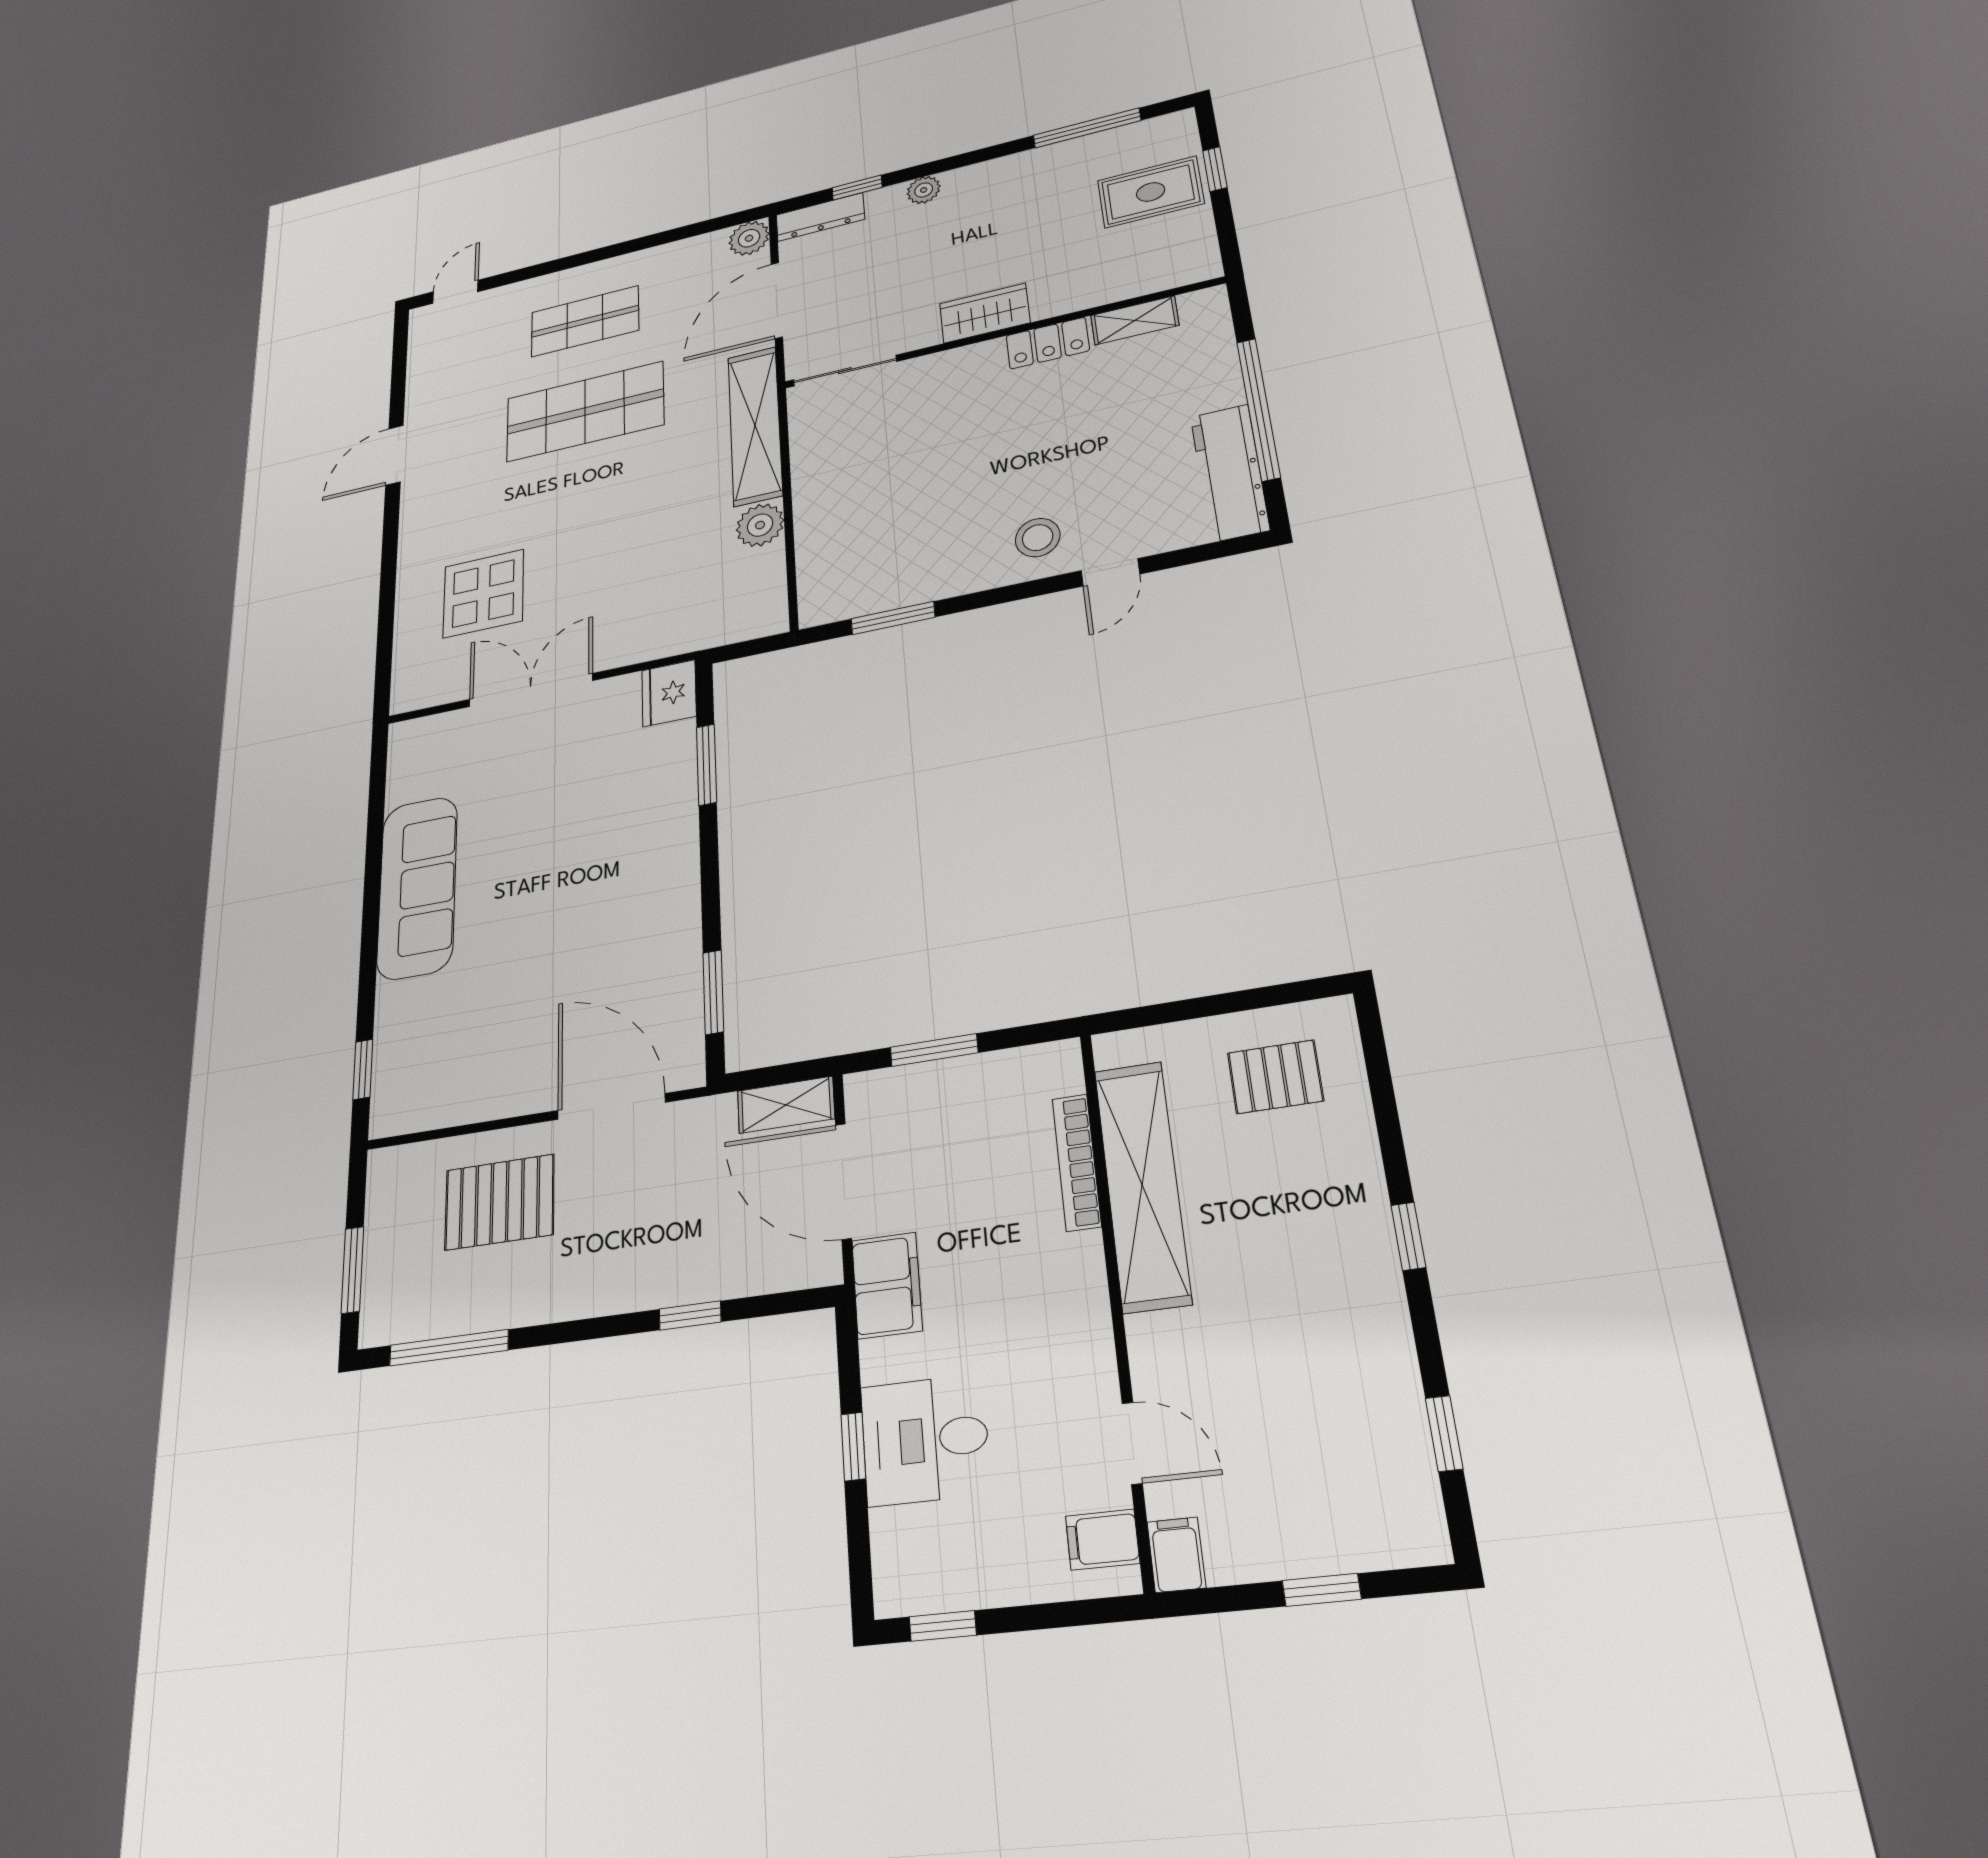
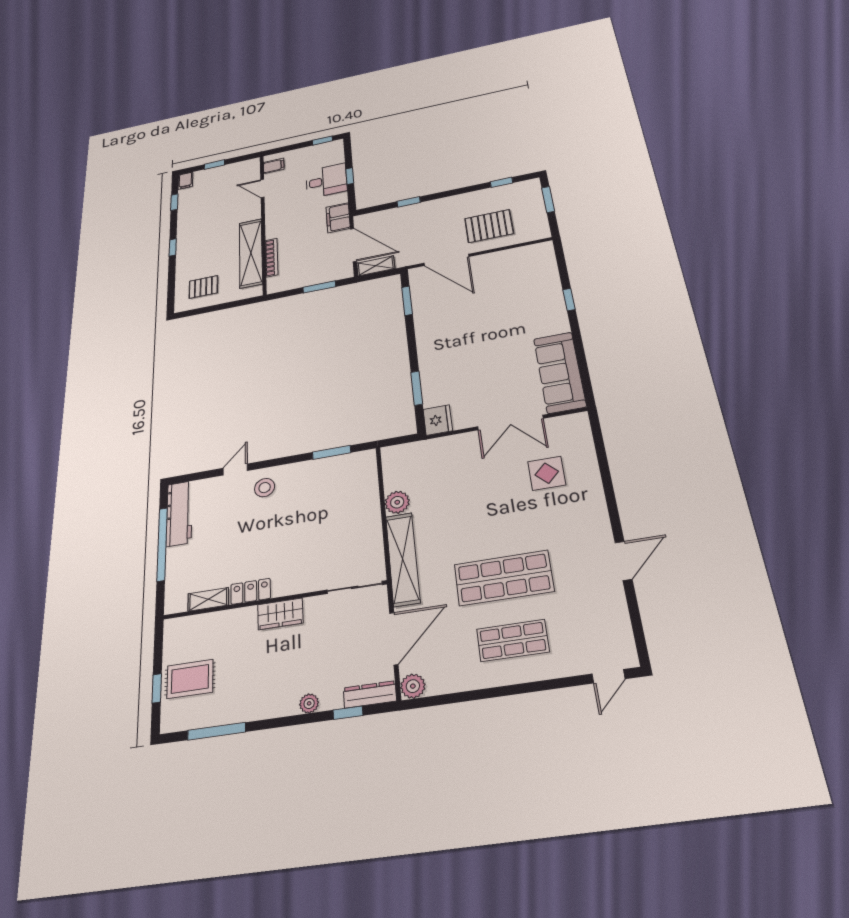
display table: (483, 594) -> (547, 473), width x0.73, depth x0.73
sofa: (417, 887) -> (560, 372), moved
window: (363, 1069) -> (569, 300), moved
window: (449, 1348) -> (501, 182), width x0.46
filing cabinet: (1176, 1555) -> (185, 181), moved

